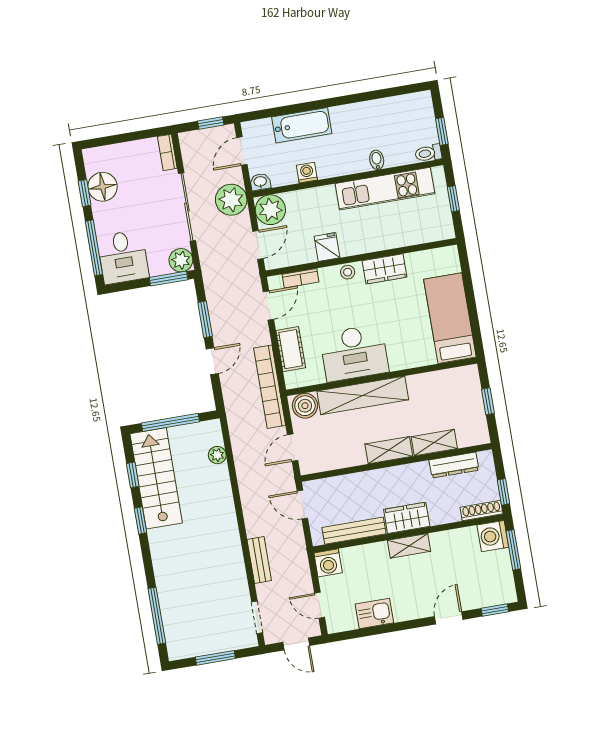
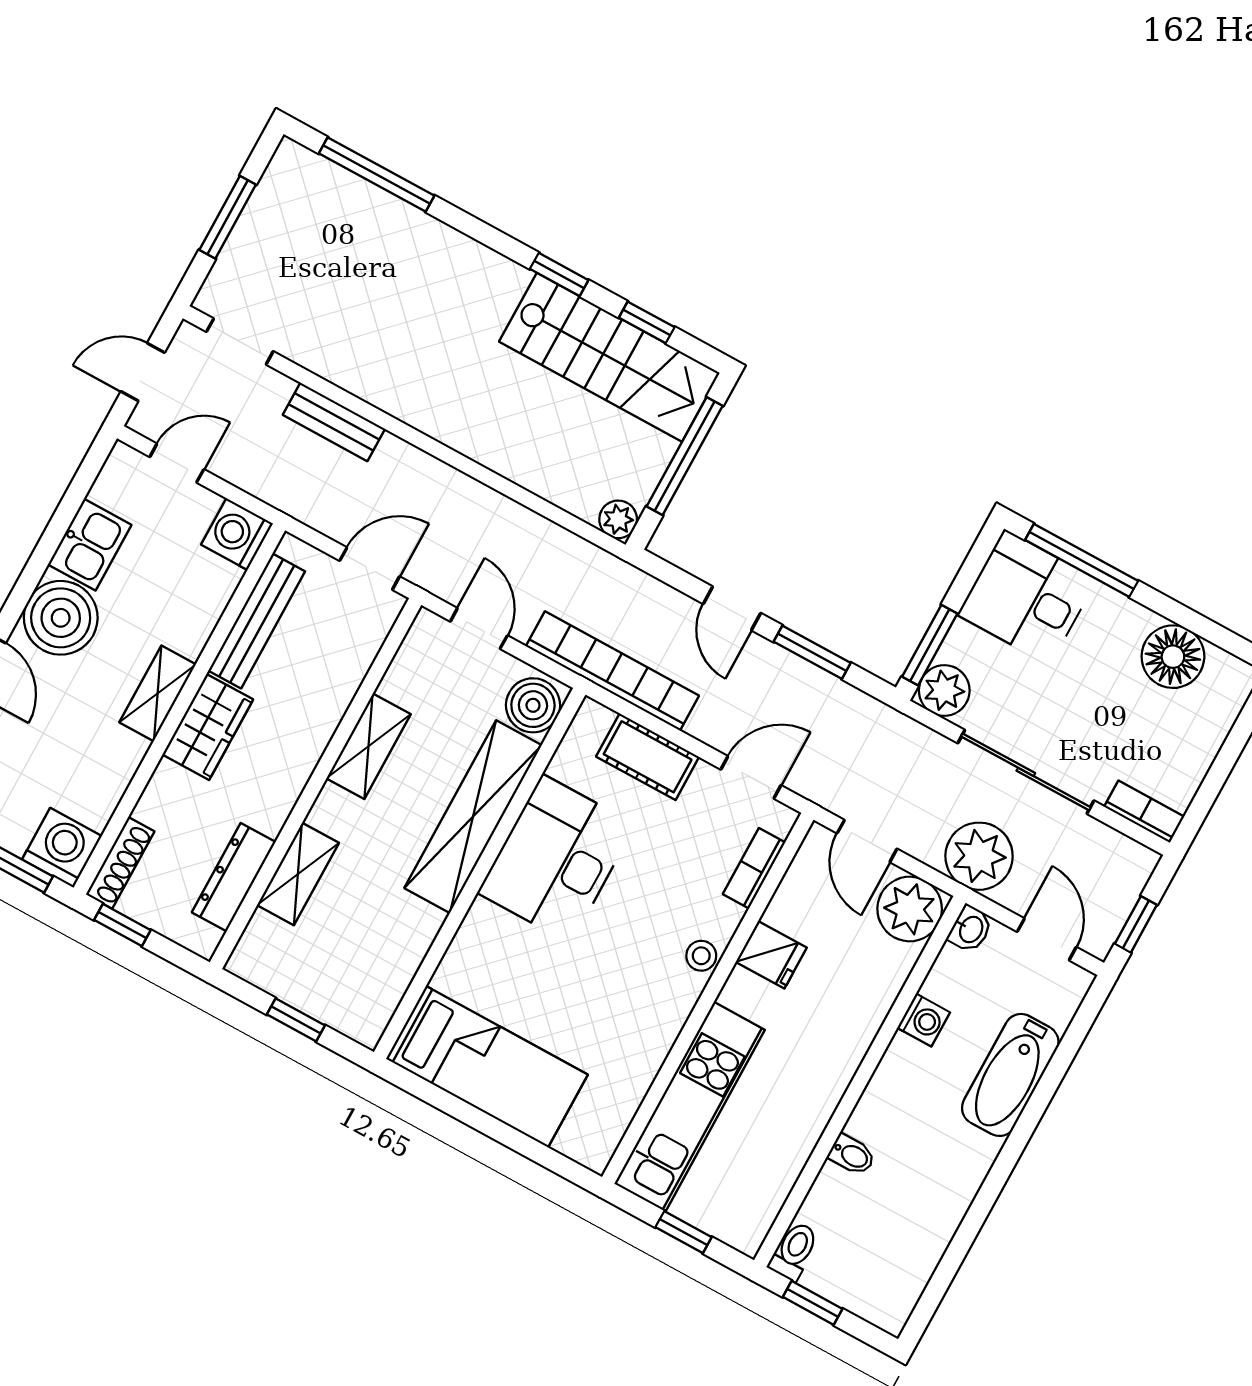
kitchen unit: (385, 189) -> (690, 1107), moved, turned 180
window: (85, 193) -> (1186, 618), removed
wardrobe: (385, 269) -> (657, 1022), removed
door: (268, 306) -> (751, 777), swing flipped
shelving: (389, 450) -> (369, 746), moved
plant: (217, 455) -> (618, 519), moved
boiler: (409, 603) -> (61, 618), added

